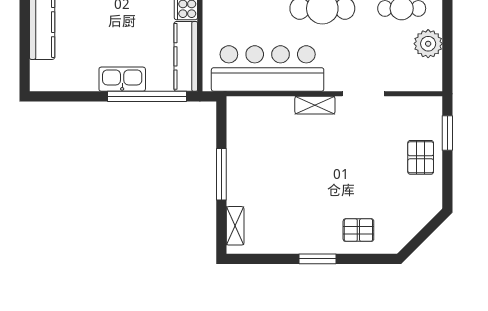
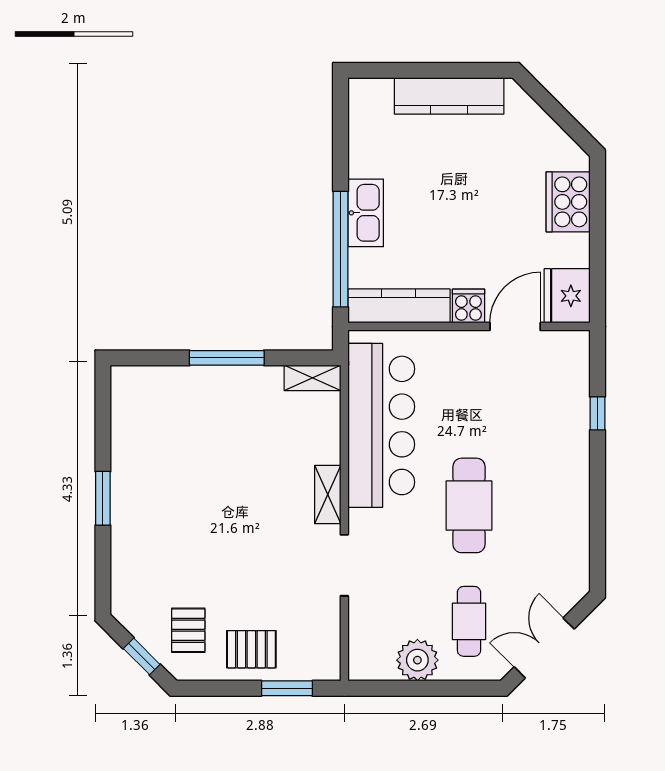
shelving: (235, 226) -> (312, 378), moved
pallet: (358, 230) -> (188, 630), moved
window: (426, 232) -> (142, 656), added

